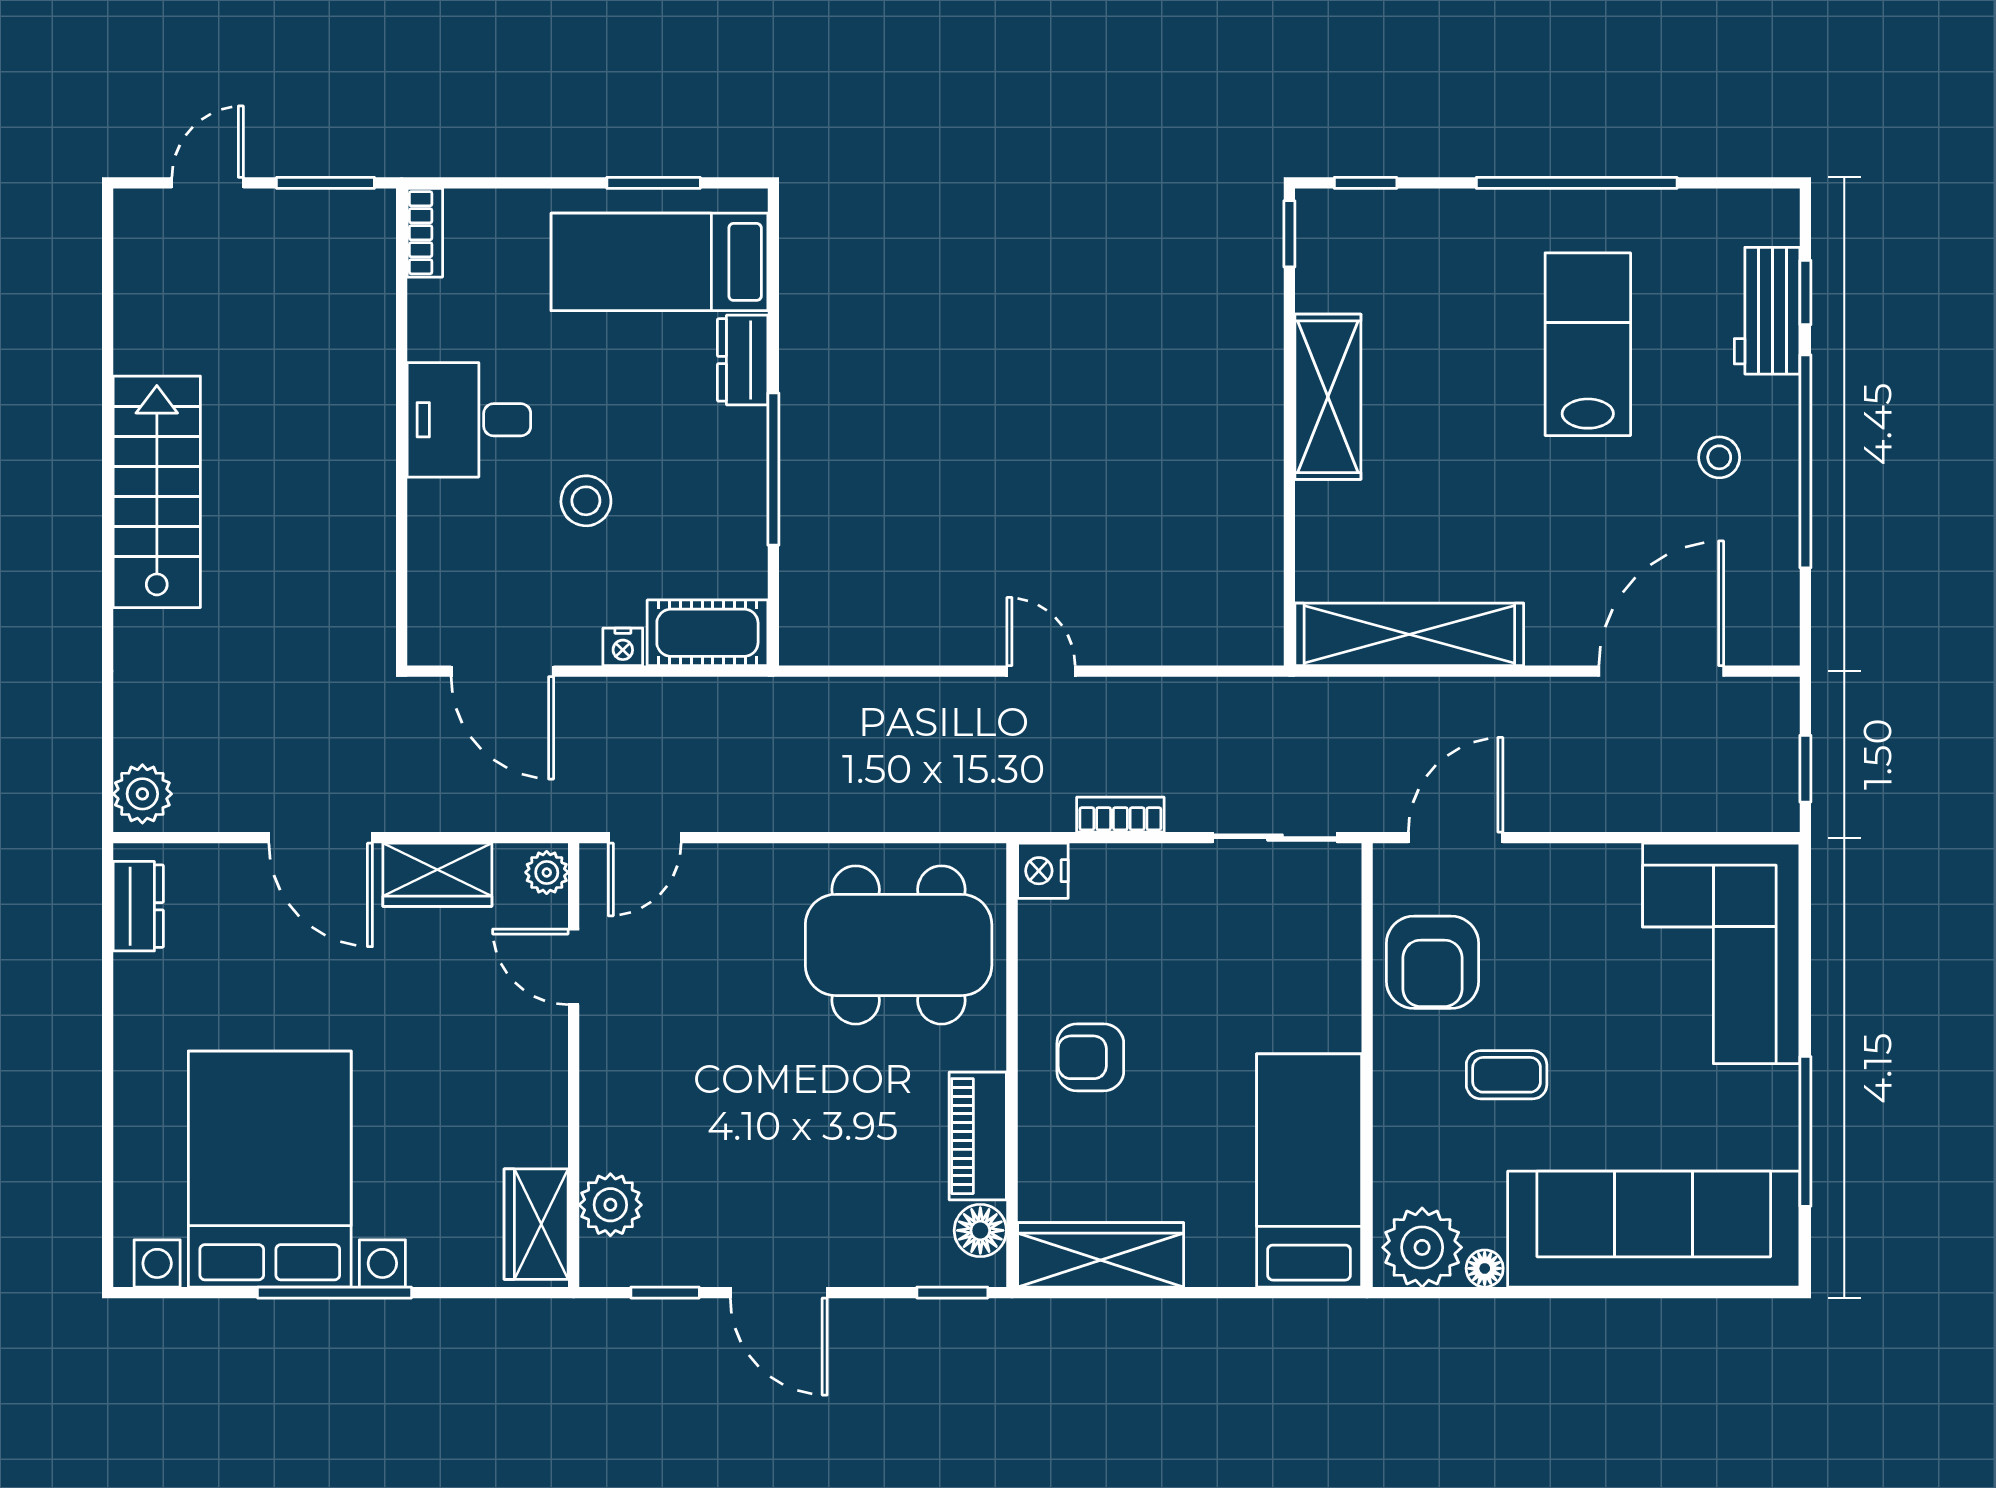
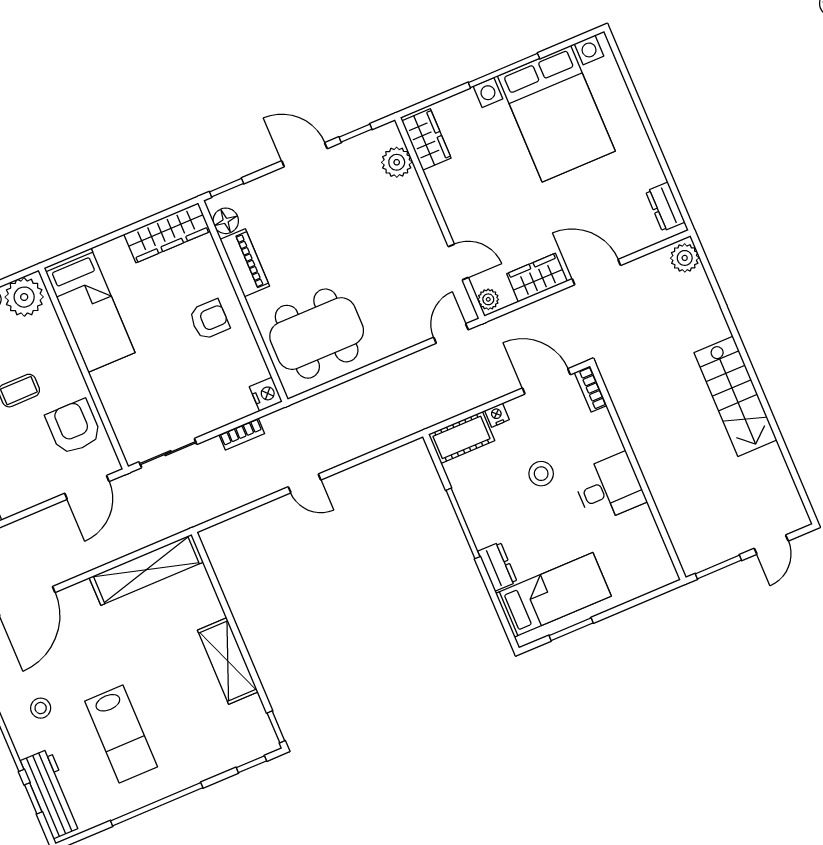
bookcase: (425, 233) -> (591, 389), moved
workbench: (1767, 311) -> (51, 794), width x1.38

